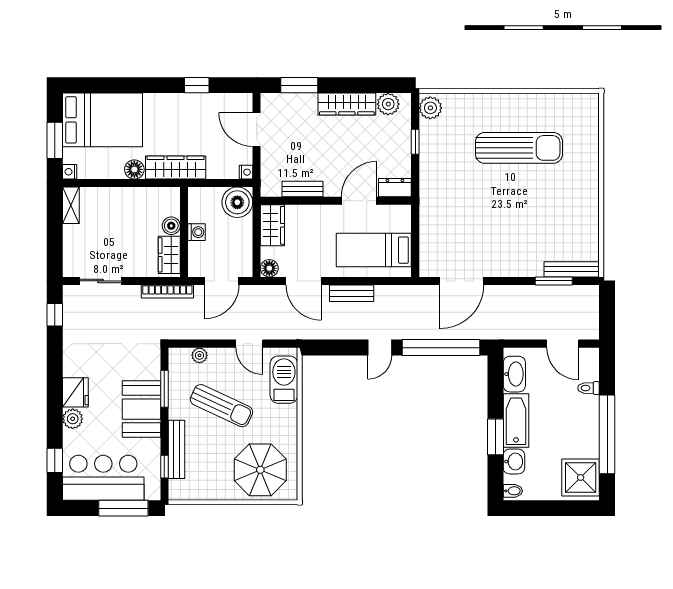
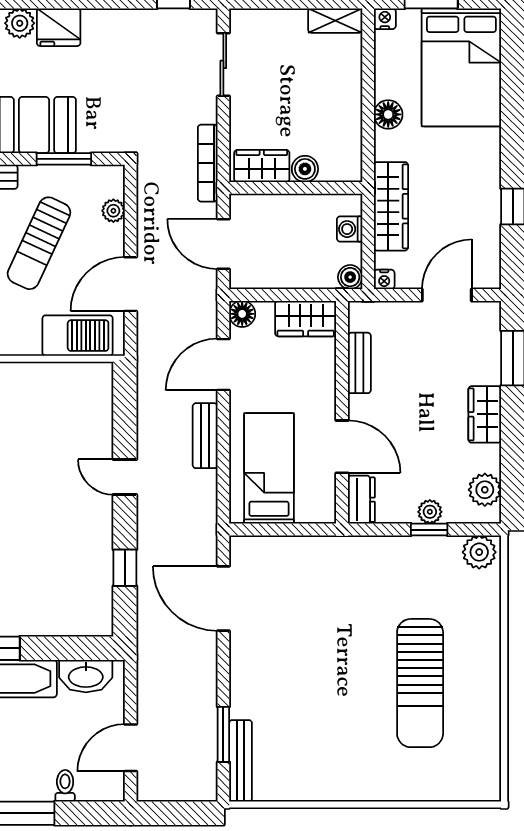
wardrobe: (347, 104) -> (485, 414), width x0.67
plant: (403, 141) -> (430, 512), added
wardrobe: (176, 168) -> (391, 206), moved
boiler: (237, 202) -> (350, 277), width x0.54, depth x0.54
washing machine: (197, 232) -> (350, 229), moved, turned 90
door: (249, 344) -> (131, 284), width x1.38
window: (441, 348) -> (125, 568), width x0.32

